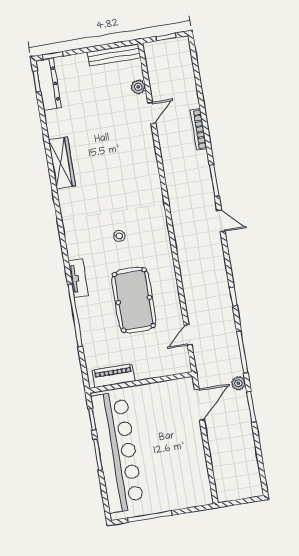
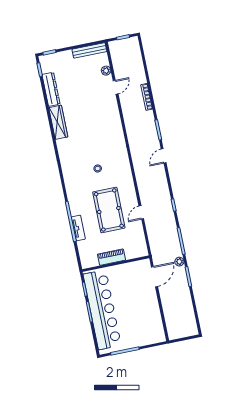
dresser: (48, 85) -> (51, 89), moved
door: (221, 221) -> (164, 156), swing flipped
tv unit: (78, 278) -> (78, 228), moved
door: (188, 335) -> (141, 212), moved
piano: (114, 376) -> (111, 257), moved

